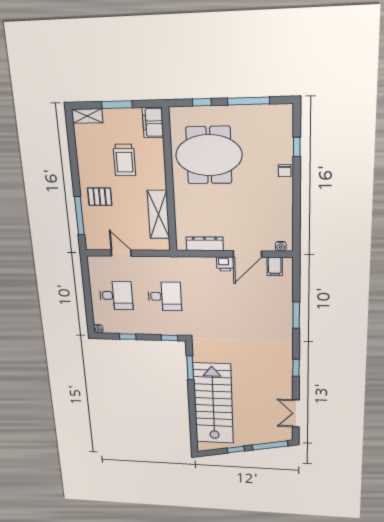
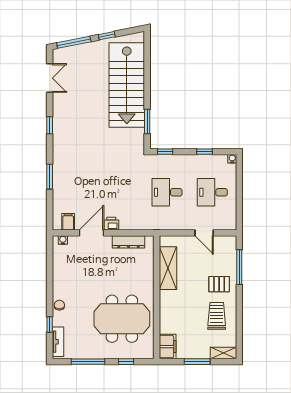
tv unit: (286, 125) -> (58, 342), added
trolley: (124, 160) -> (217, 316), moved

